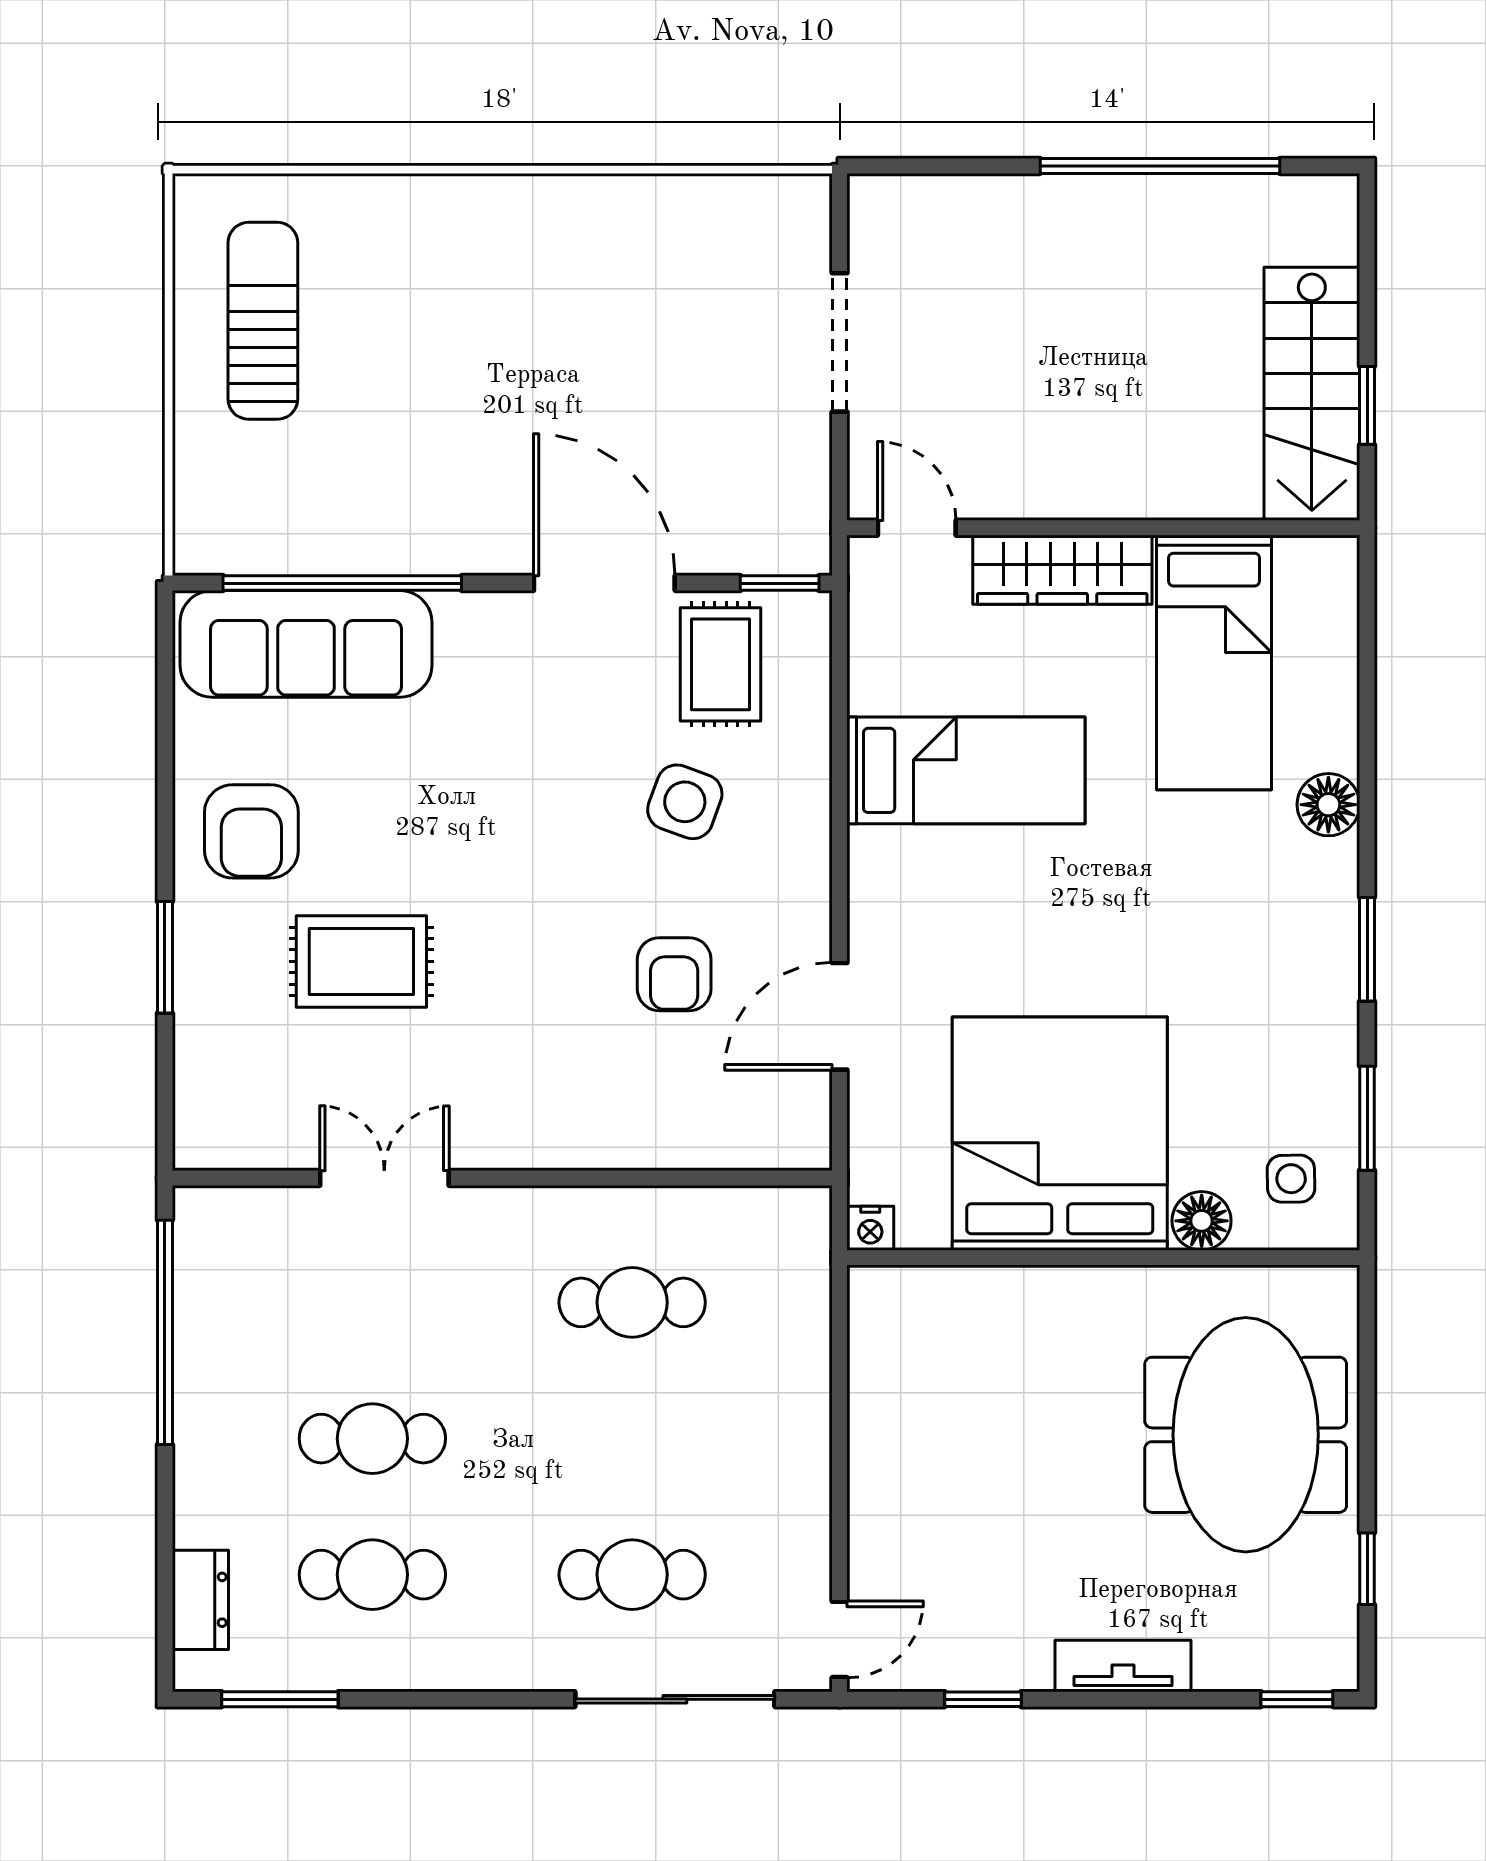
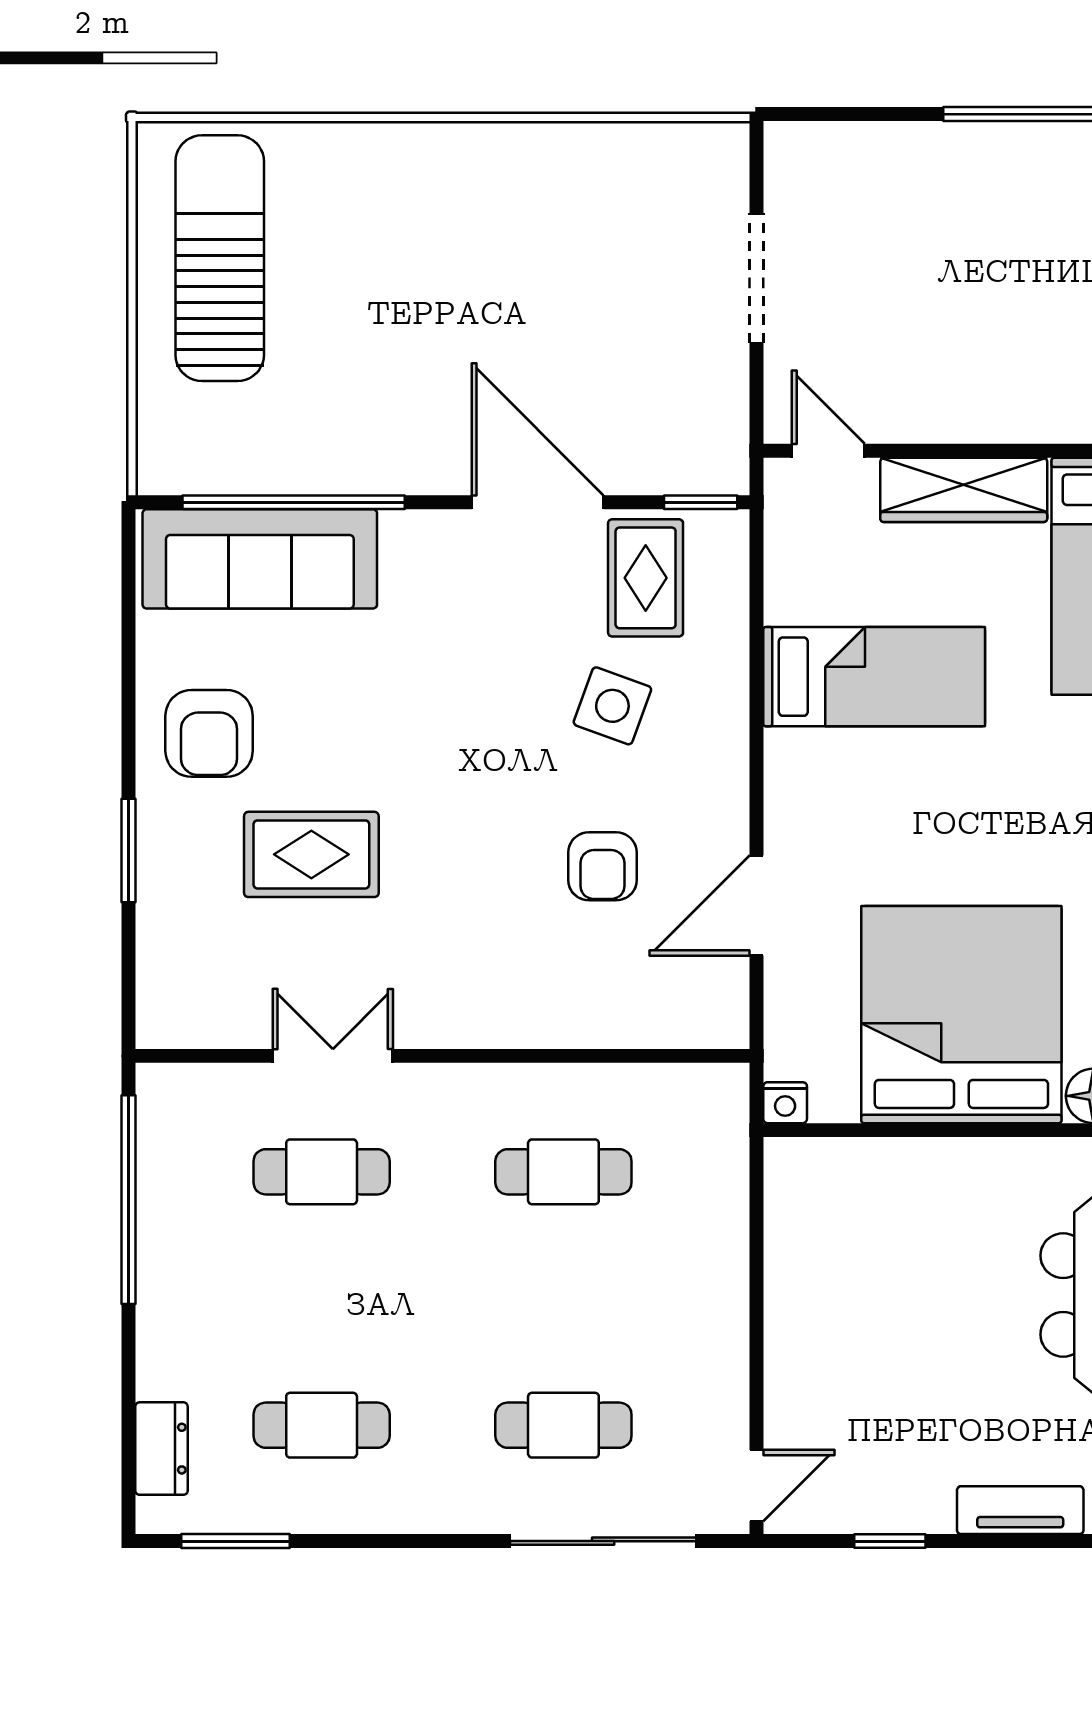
sun lounger: (263, 321) -> (220, 258), width x1.36, depth x1.34
cafe table: (372, 1439) -> (322, 1172), moved

